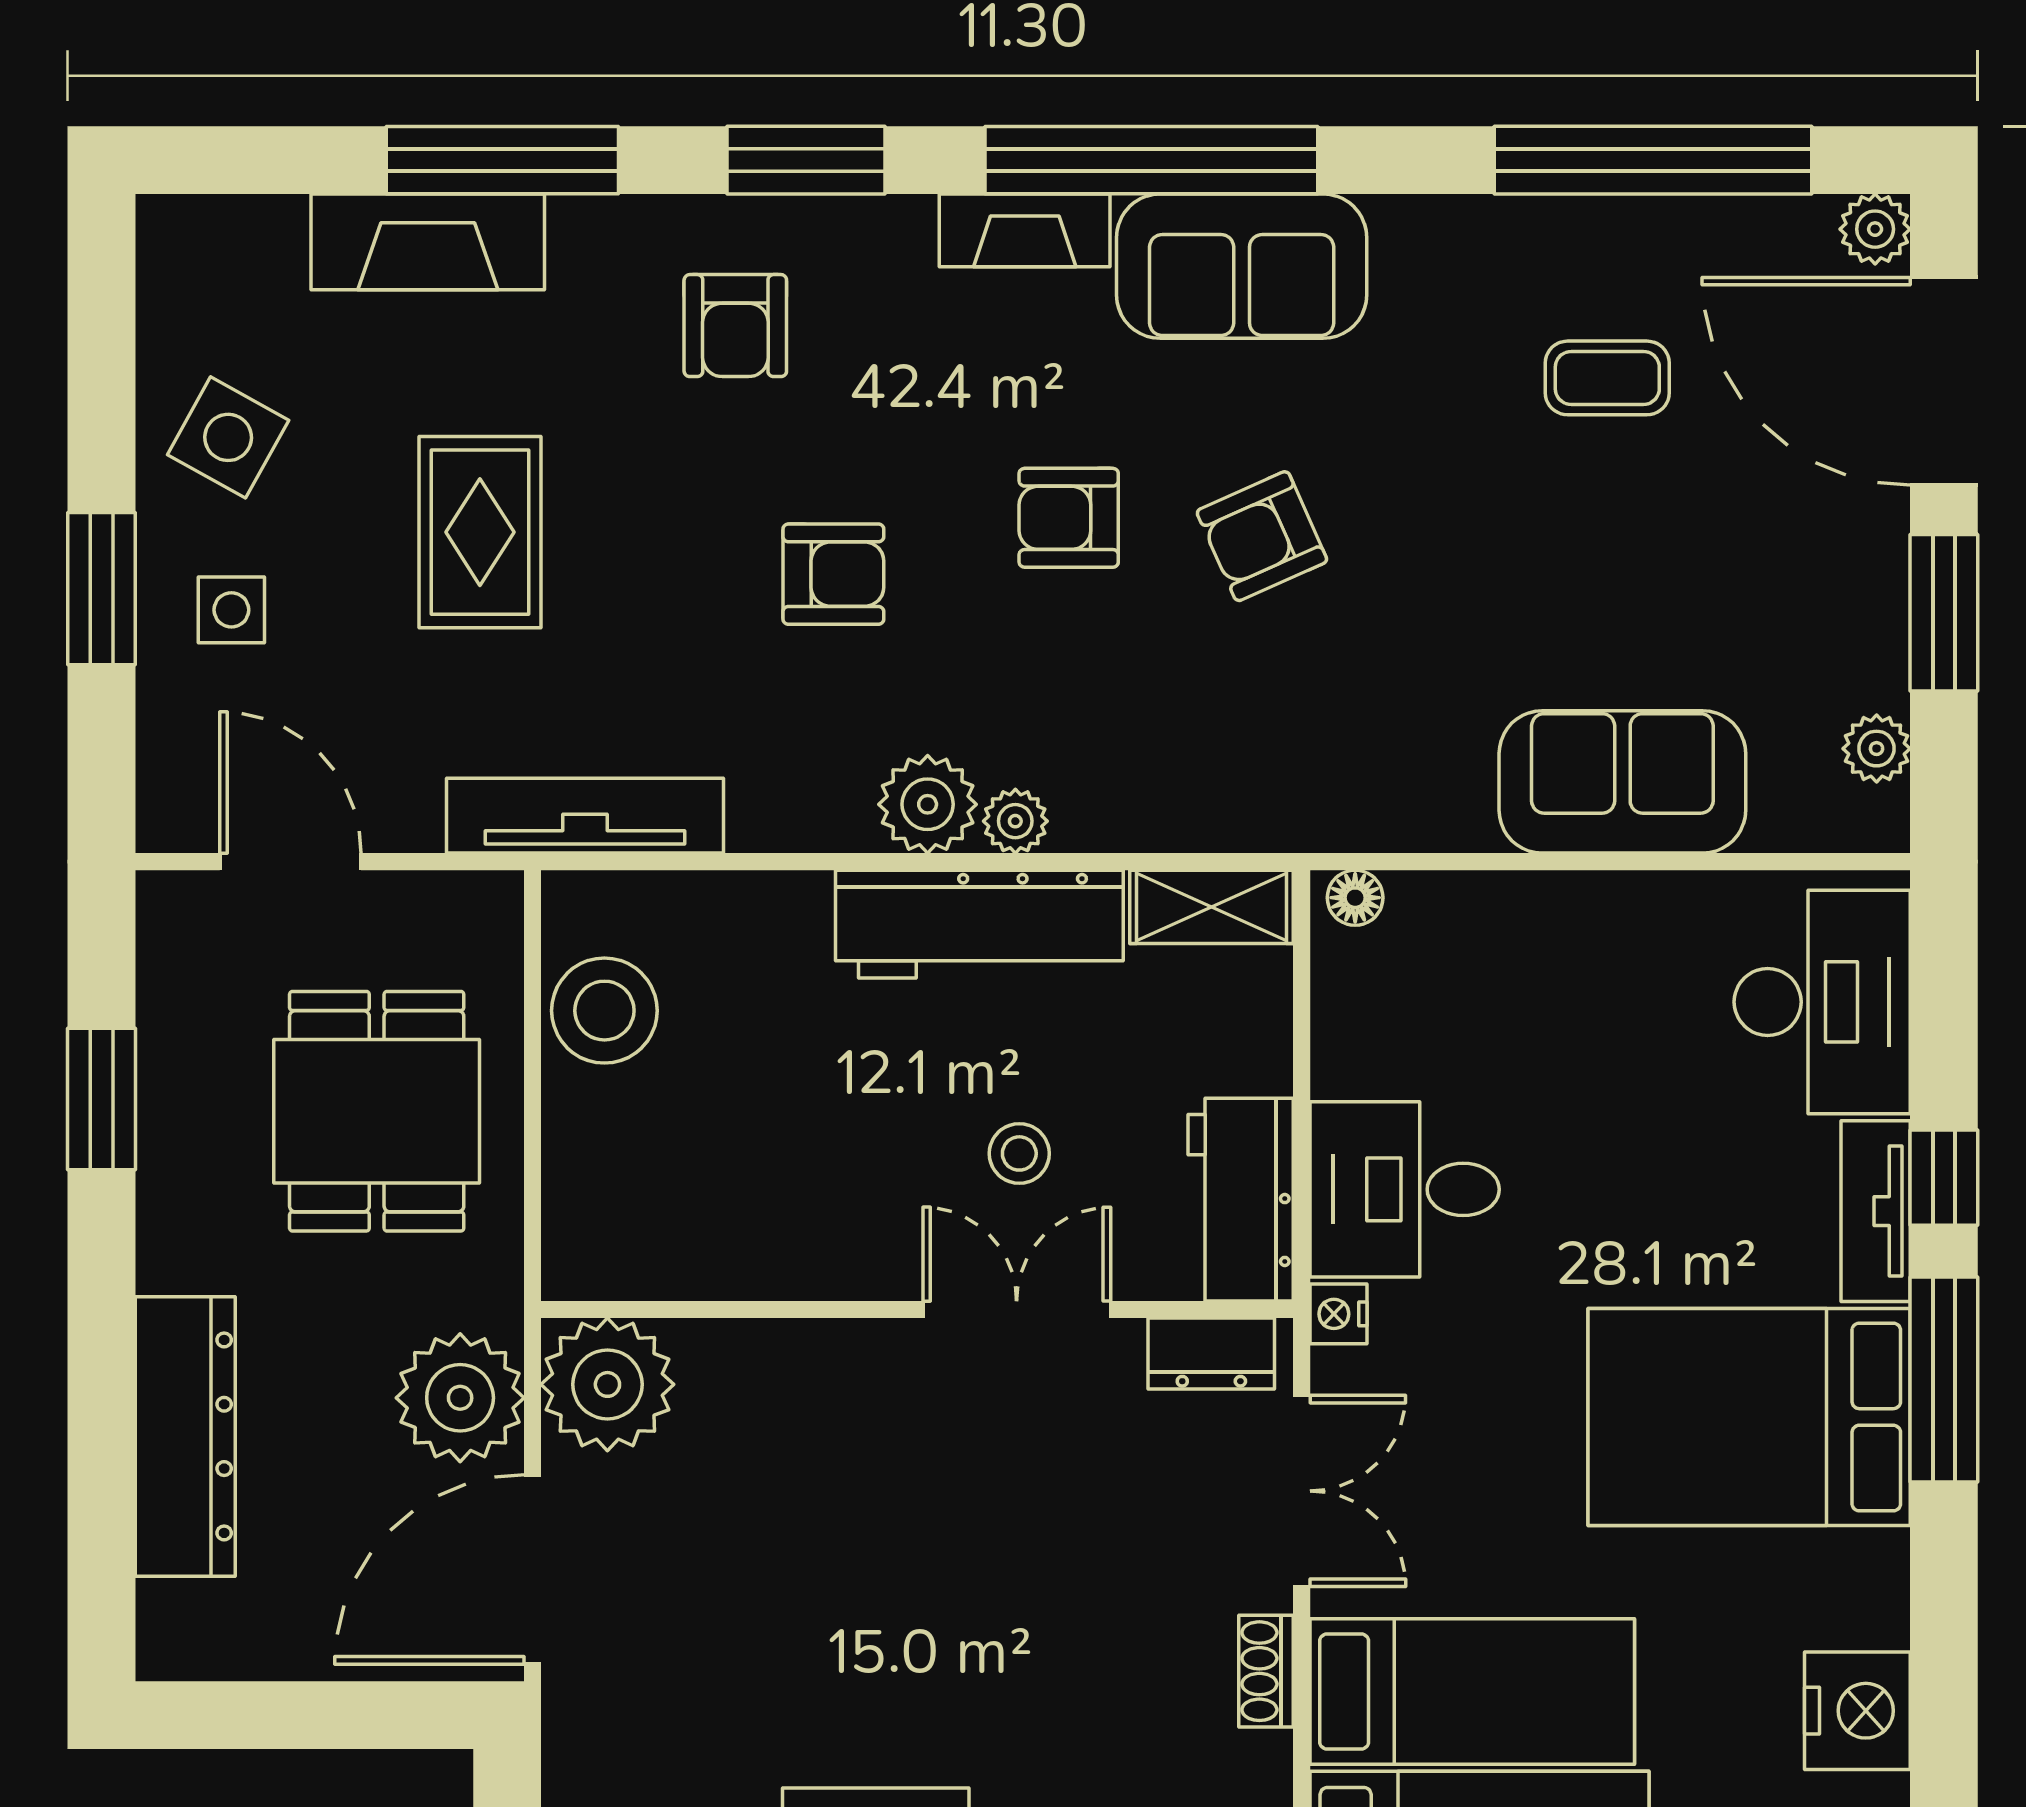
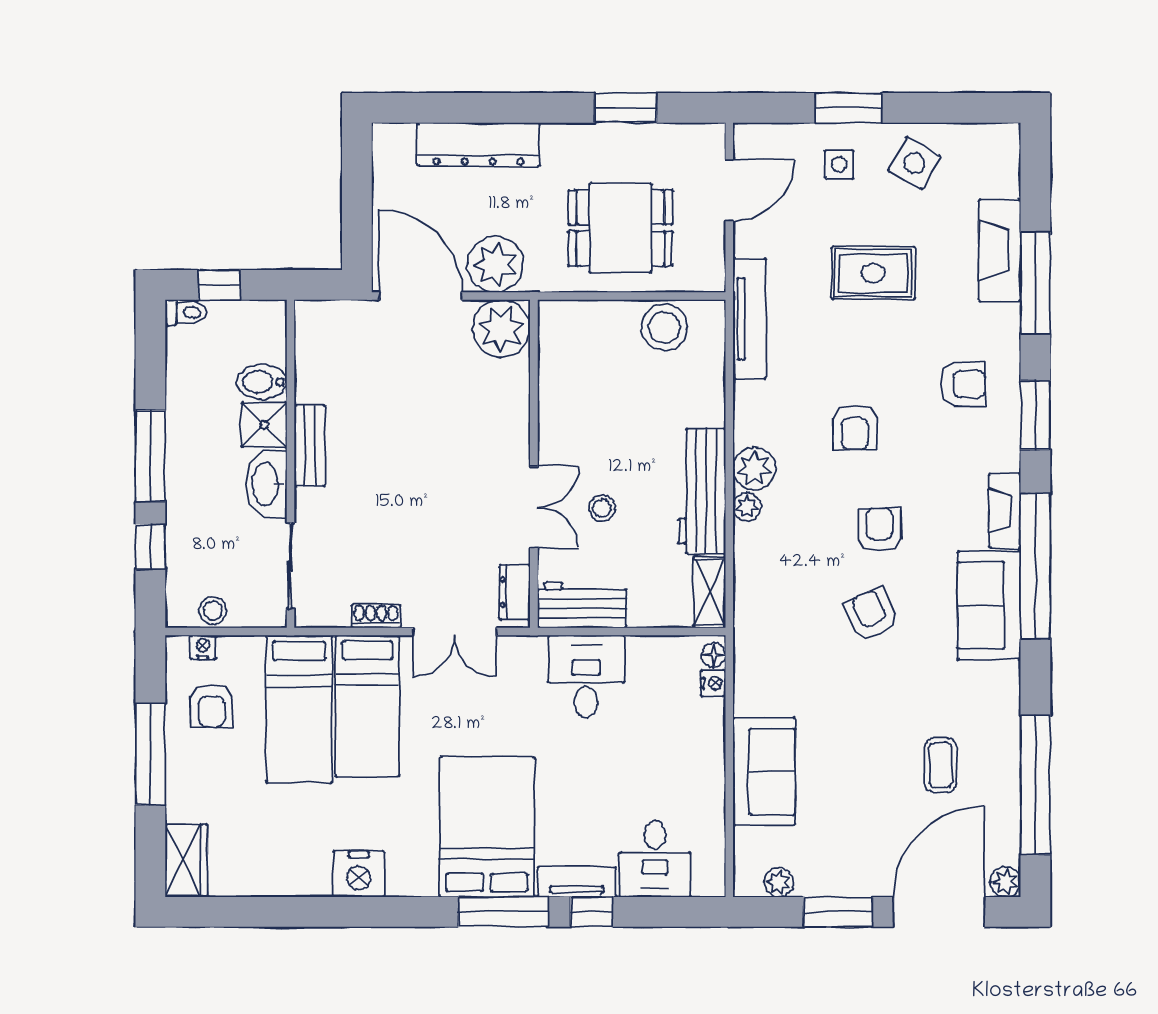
armchair: (735, 326) -> (963, 384), turned 180
desk: (1822, 1002) -> (655, 859), width x0.73
nightstand: (1338, 1314) -> (713, 683), moved, turned 90

